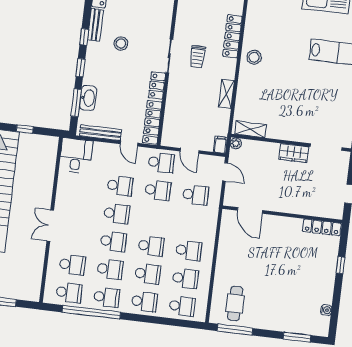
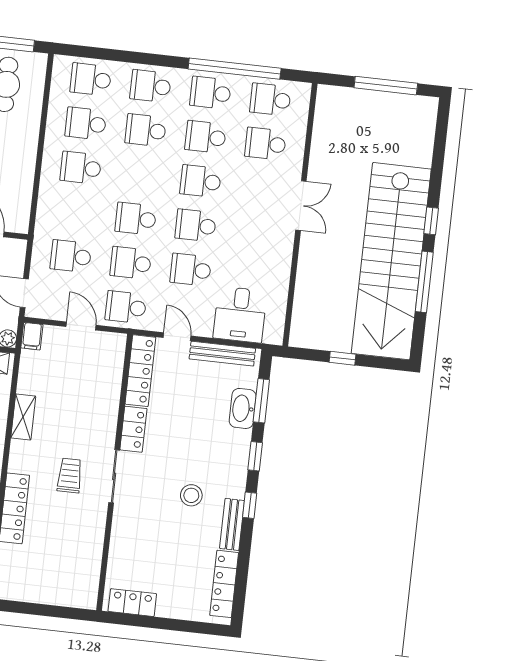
desk: (76, 156) -> (240, 315), moved
school desk: (151, 246) -> (136, 219), moved

